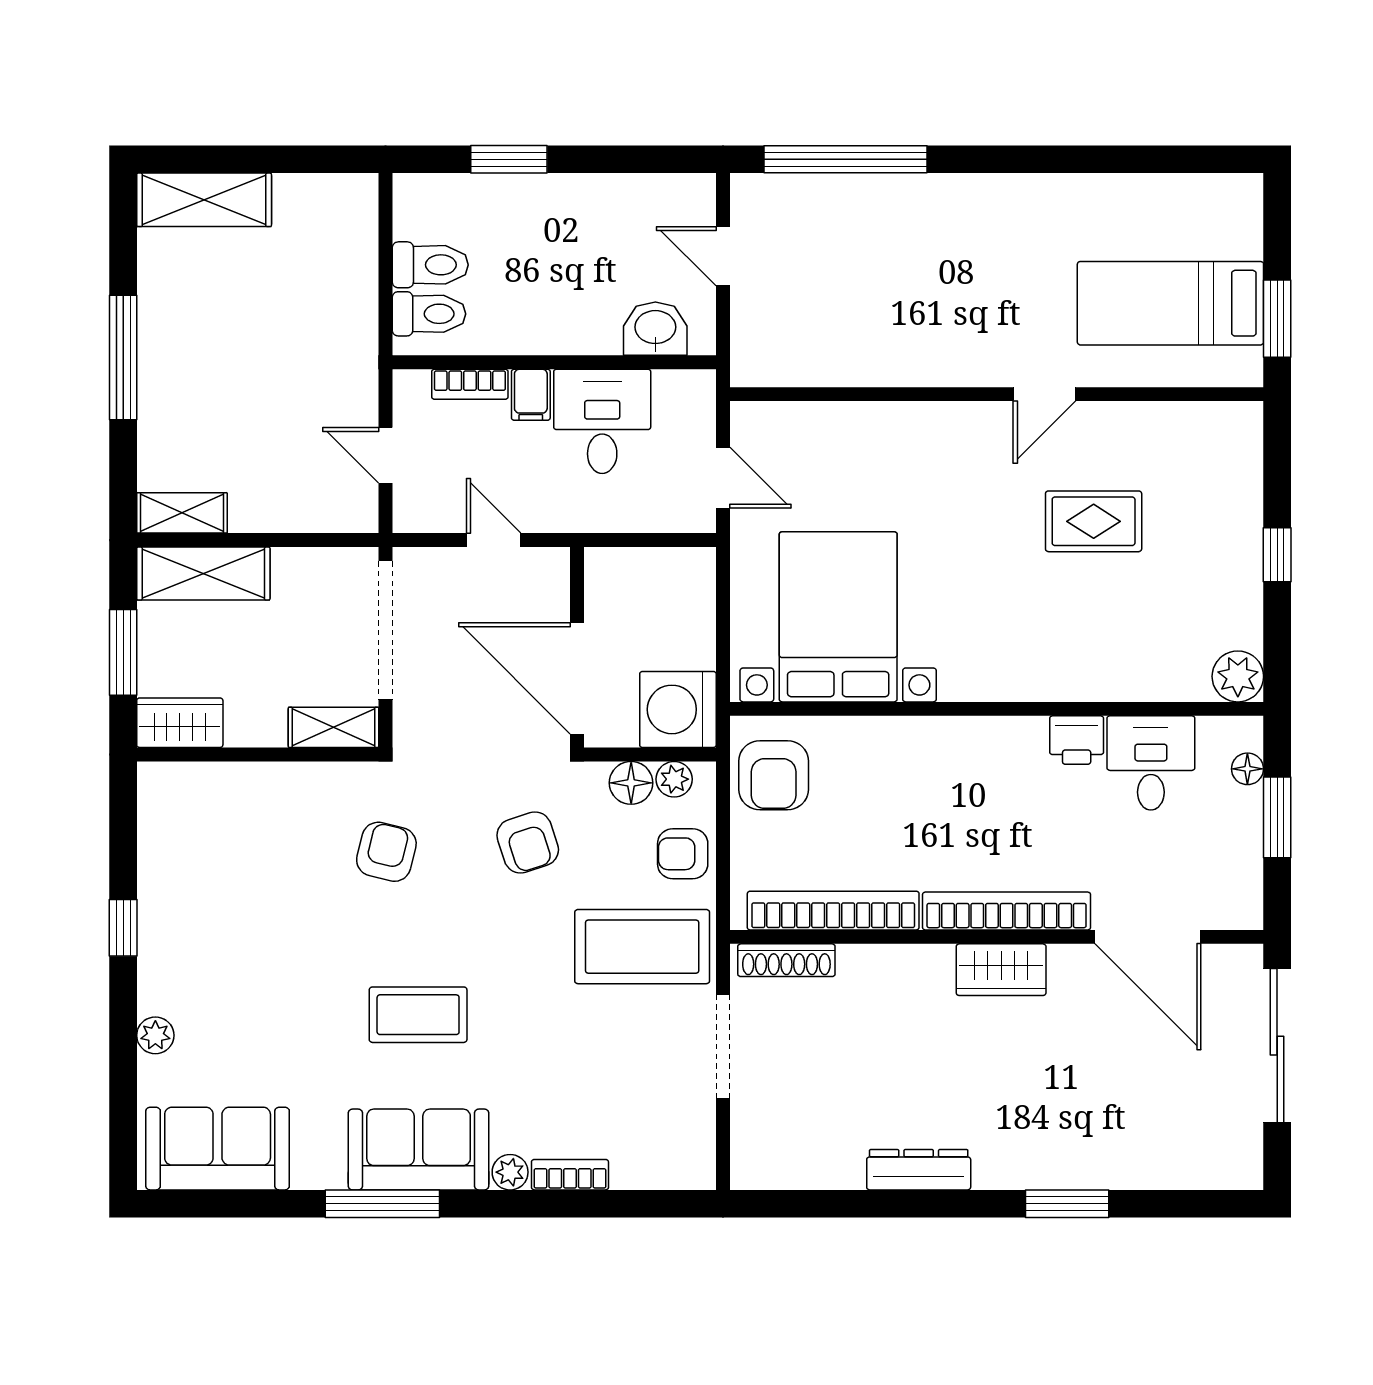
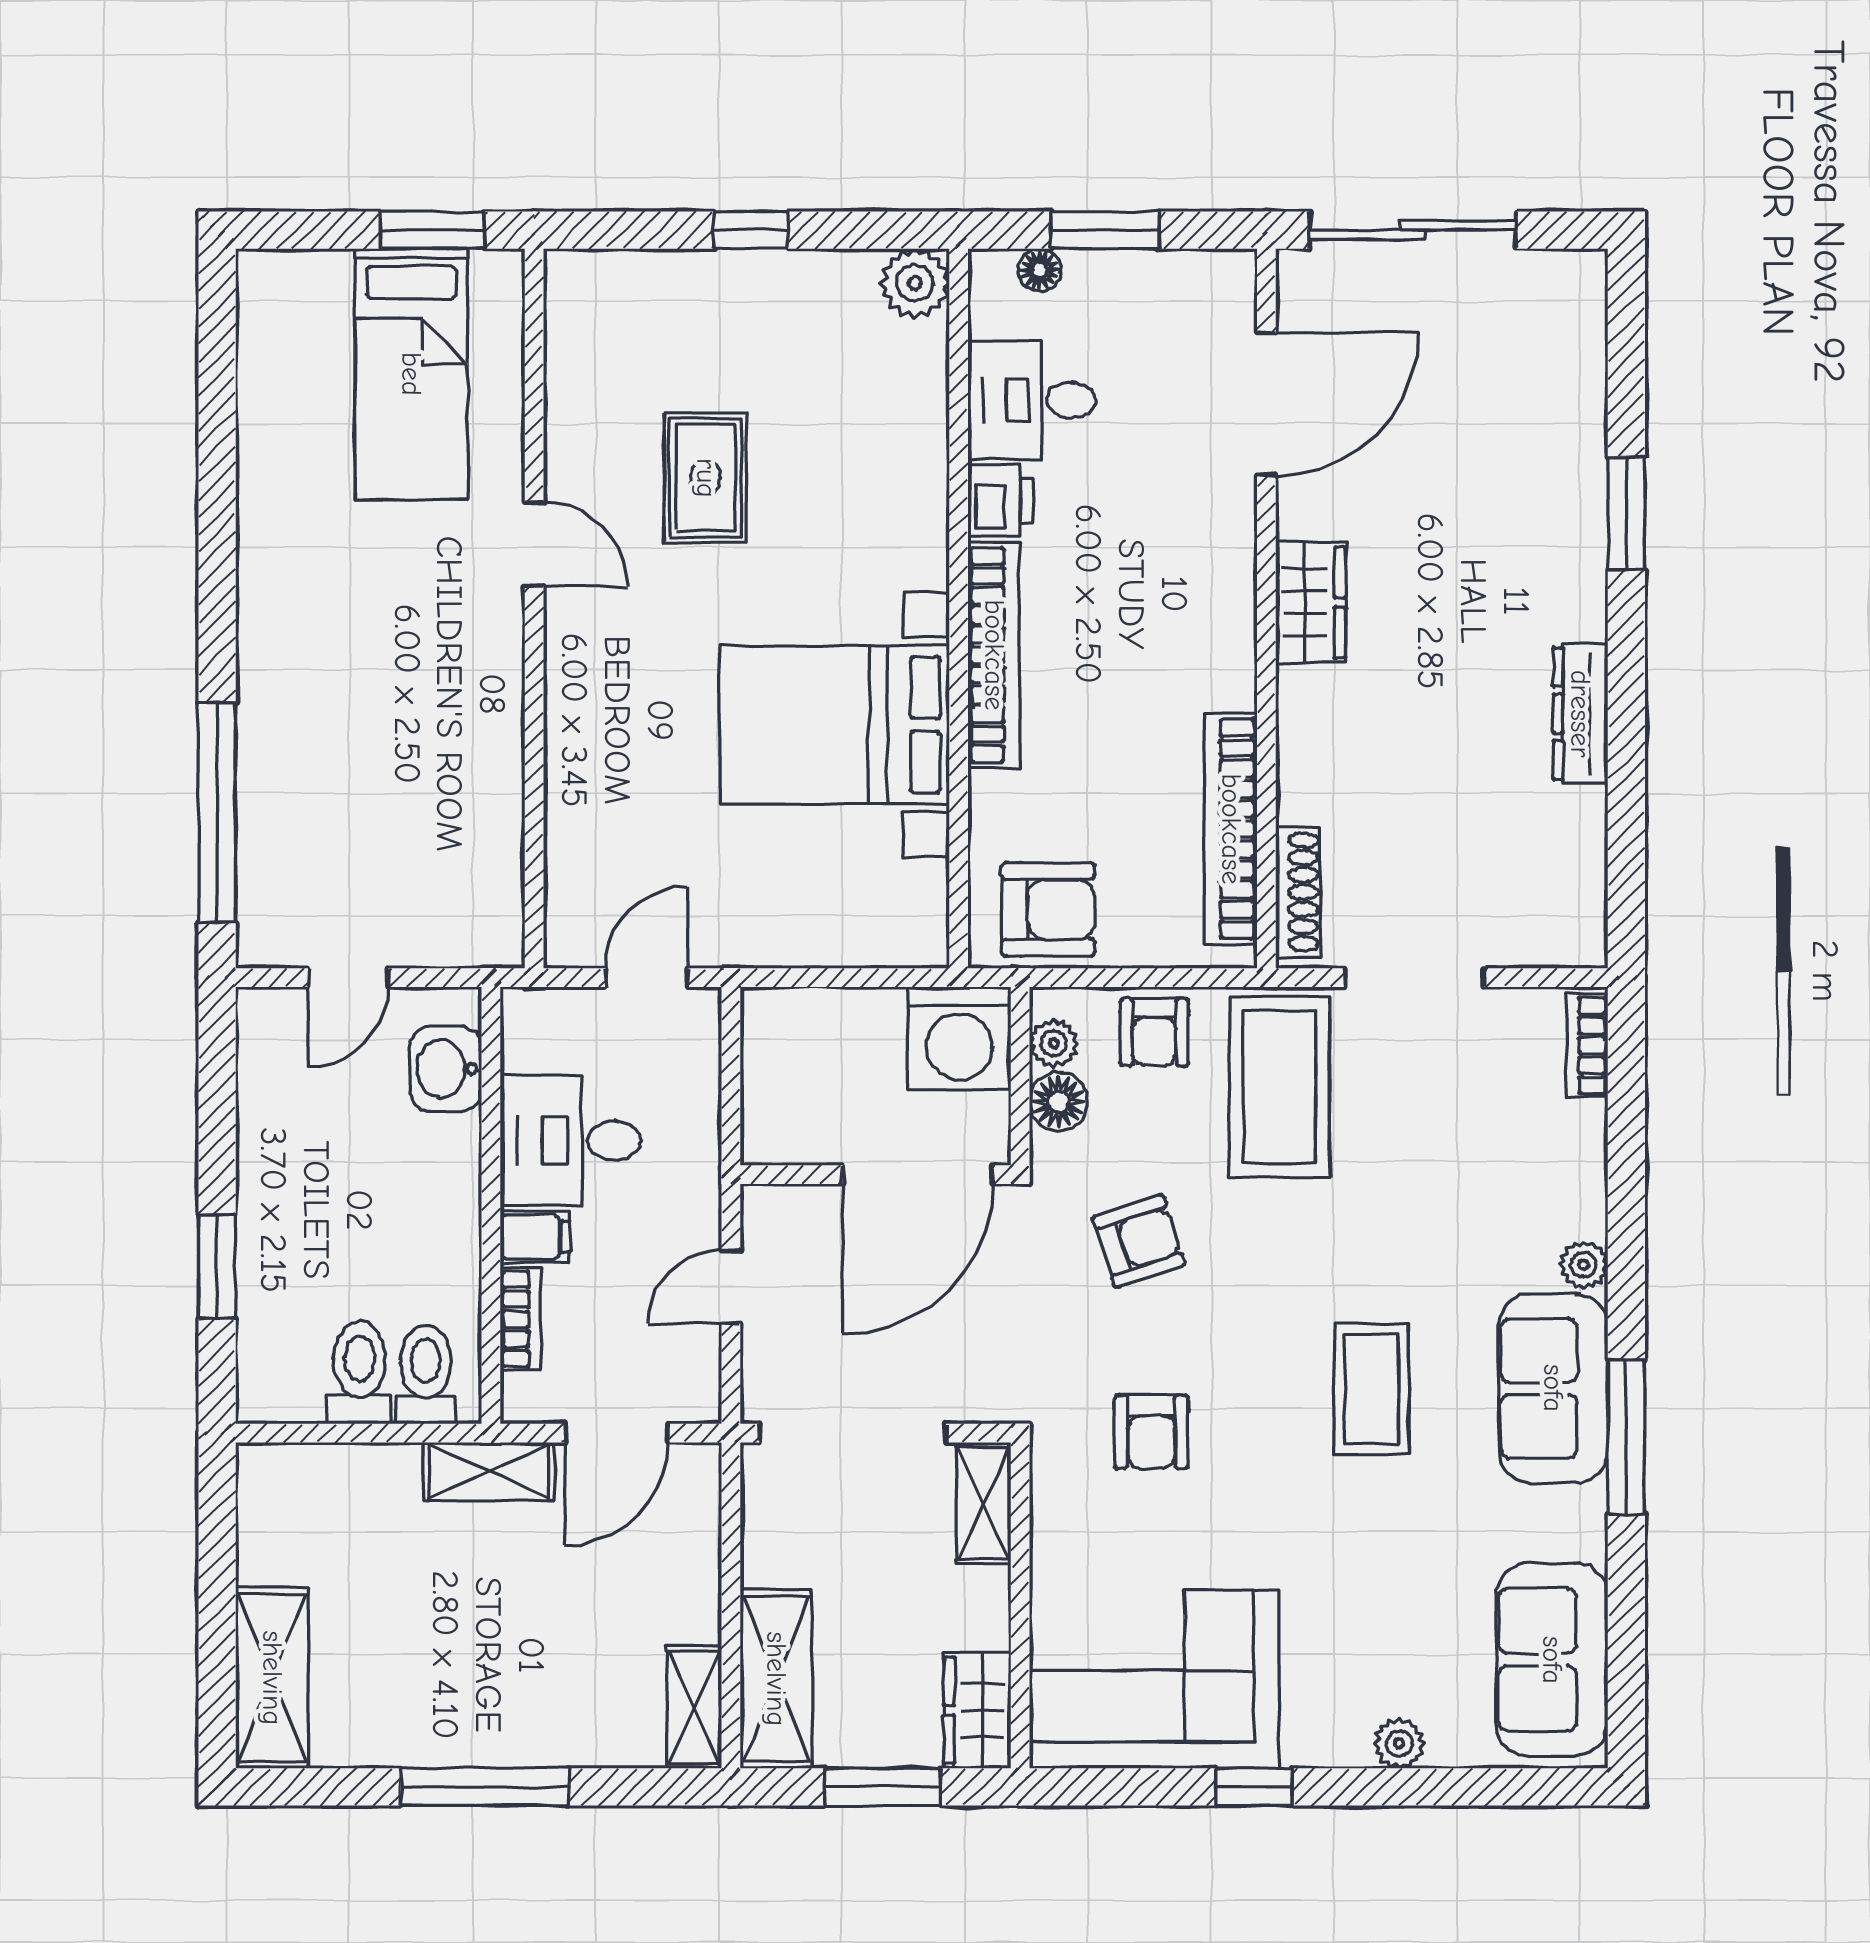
shelving: (357, 361) -> (489, 1472), added
door: (385, 455) -> (616, 1433), width x1.37
bed with nightstands: (838, 617) -> (834, 725), moved
armchair: (386, 852) -> (1151, 1432), turned -104
corner sofa: (203, 854) -> (1154, 1679), added
bookcase: (1007, 911) -> (994, 655), moved, turned 180
bookcase: (570, 1175) -> (1587, 1045), moved

